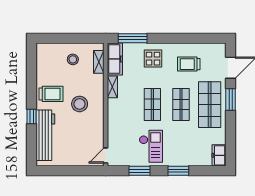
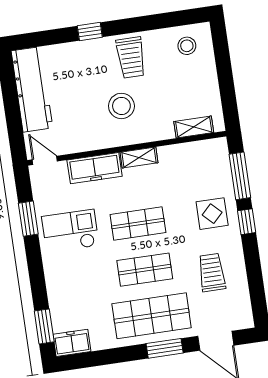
window: (161, 38) -> (247, 222), added
stool: (73, 59) -> (187, 46), moved
freezer: (115, 59) -> (95, 168), moved
shelving: (112, 87) -> (139, 157), moved
workbench: (45, 135) -> (32, 89), moved, turned -90
checkout: (151, 146) -> (70, 231), turned 180
window: (178, 171) -> (44, 326), moved

